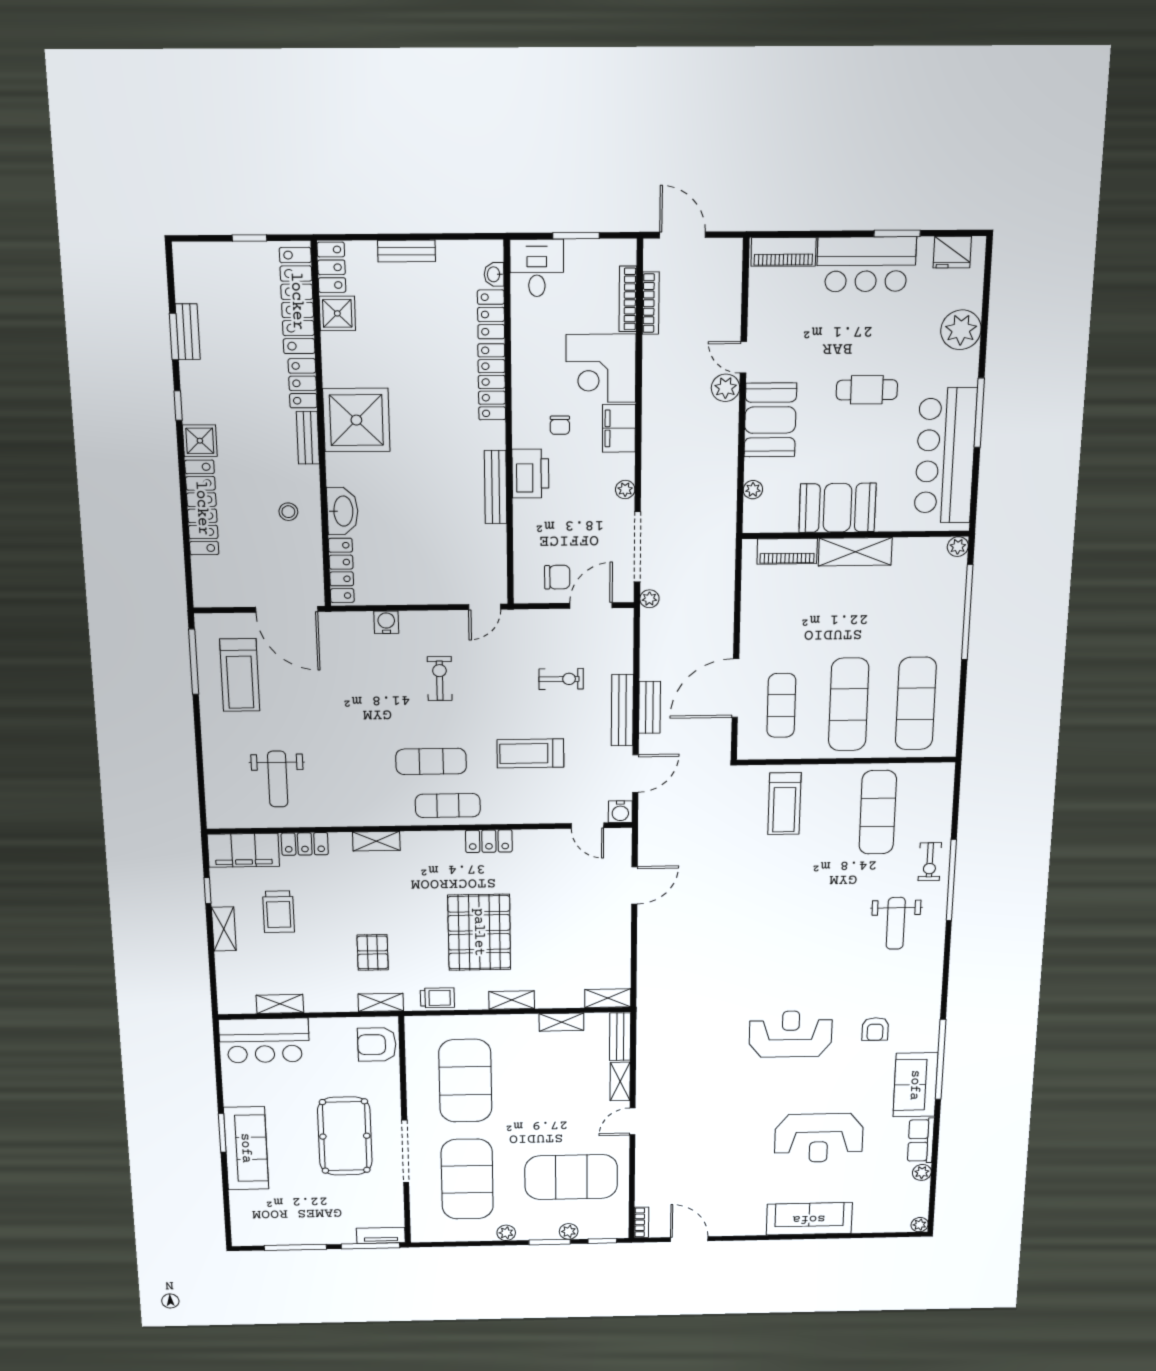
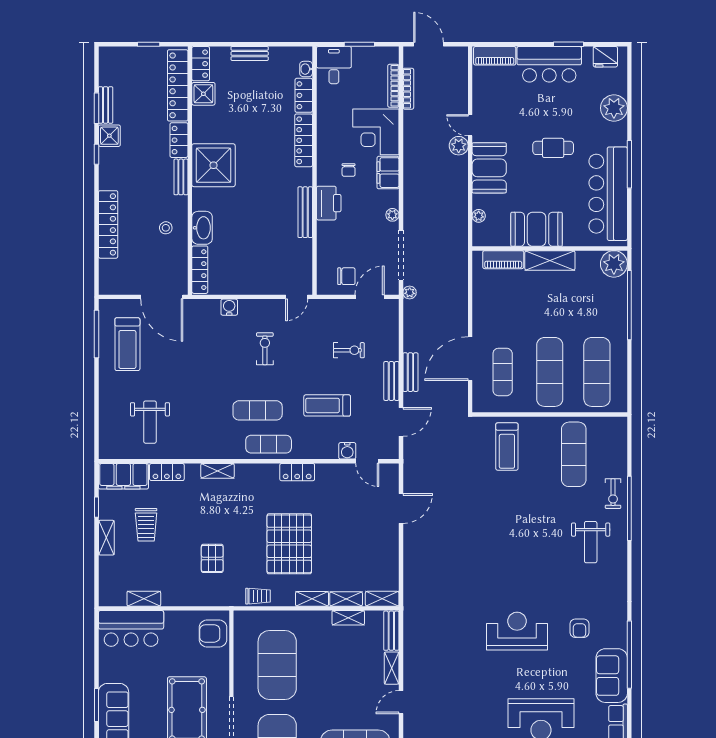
shower: (200, 441) -> (109, 136), moved
plant: (958, 547) -> (614, 264), width x1.87, depth x1.87
bench: (622, 710) -> (391, 381), width x0.73
water cooler: (620, 812) -> (347, 451), moved
shelving: (381, 1002) -> (346, 599), moved

